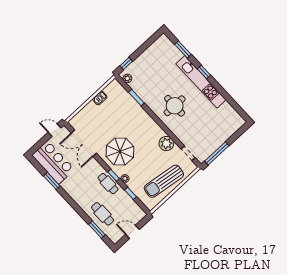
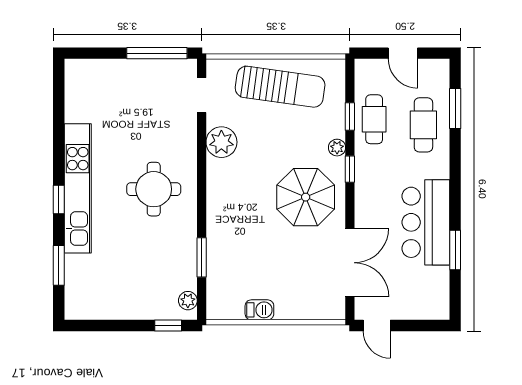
bar counter: (53, 162) -> (426, 222), moved
cafe table: (108, 184) -> (374, 119), moved

